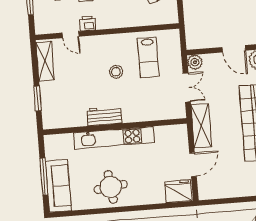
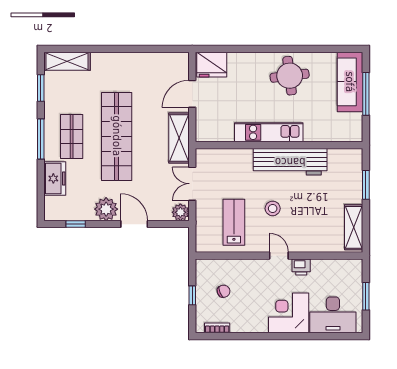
door: (71, 35) -> (279, 256), moved
workbench: (104, 116) -> (290, 162), width x1.88, depth x1.32
kitchen unit: (114, 138) -> (269, 132), width x0.73

